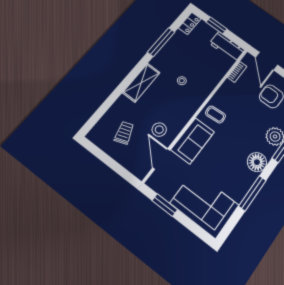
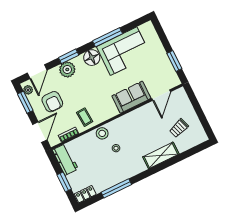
shelving: (141, 83) -> (161, 155), moved
coffee table: (215, 114) -> (85, 117), moved
stool: (159, 130) -> (102, 133), moved
corner sofa: (204, 204) -> (124, 51), moved, turned -90

